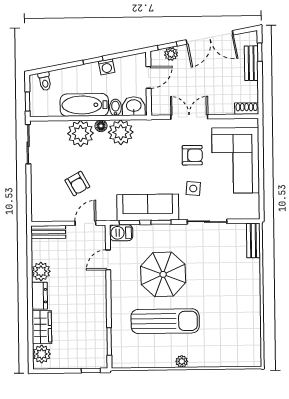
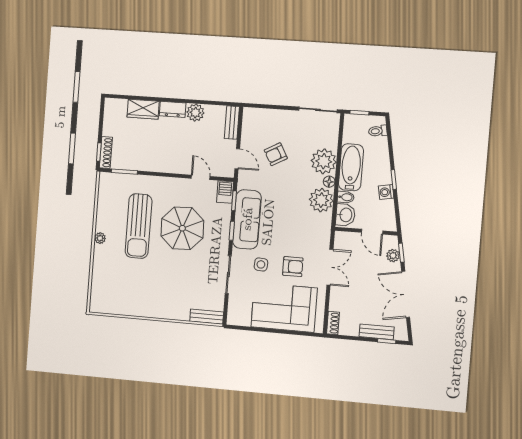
armchair: (192, 155) -> (293, 267), turned -90
plant: (42, 354) -> (118, 107), removed
shoe rack: (91, 363) -> (106, 153), added

